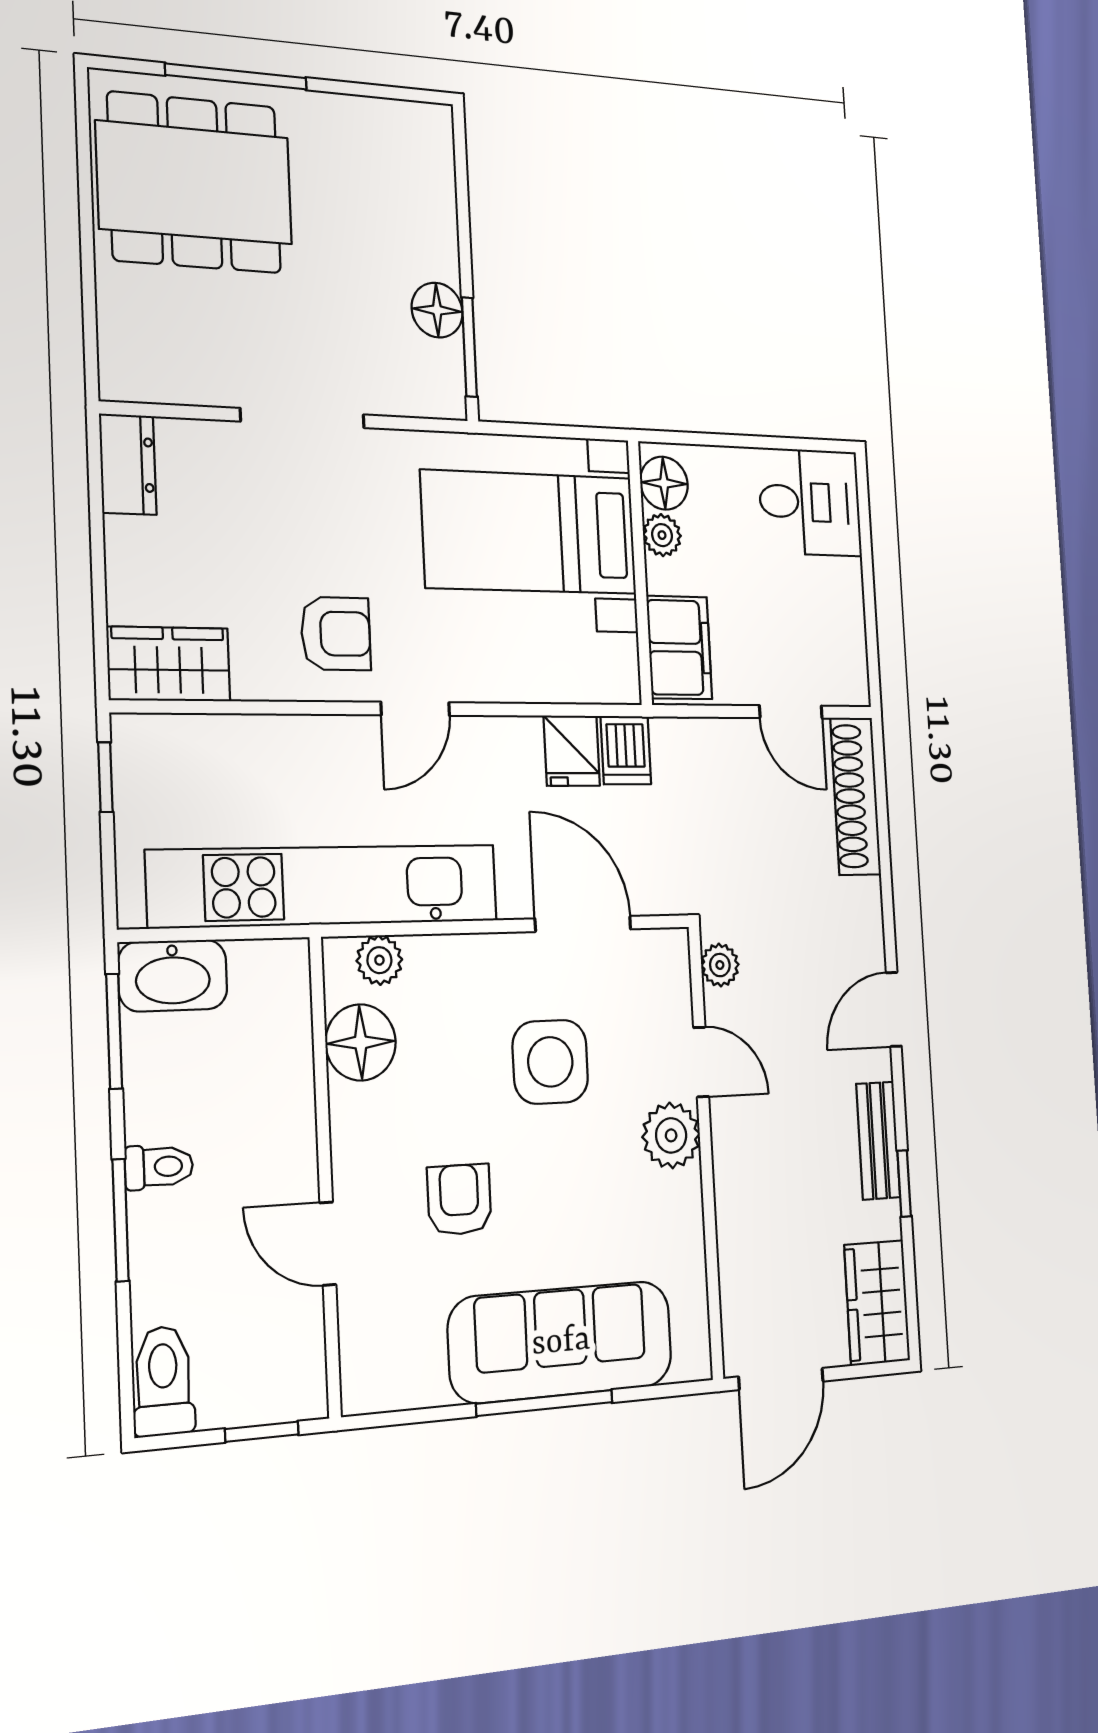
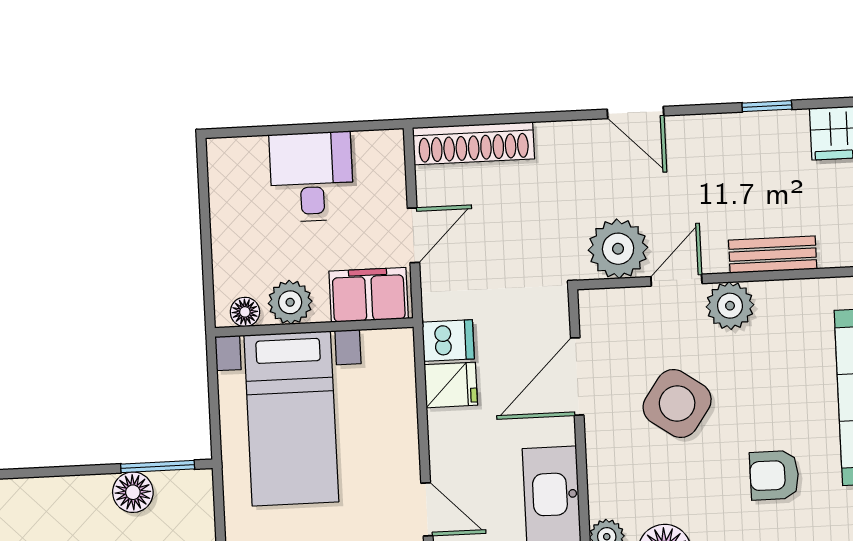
floor lamp: (664, 483) -> (245, 312), width x0.73, depth x0.73
desk: (810, 502) -> (311, 177), moved
plant: (662, 535) -> (290, 302), width x1.38, depth x1.38
door: (791, 712) -> (413, 235), moved
plant: (720, 965) -> (618, 249), width x1.87, depth x1.87
side table: (550, 1062) -> (677, 404), turned 35
bench: (878, 1141) -> (773, 255), moved

